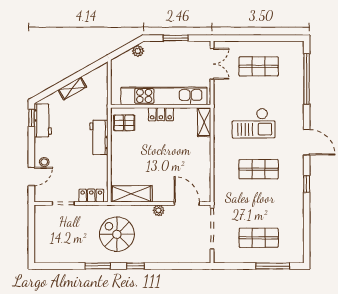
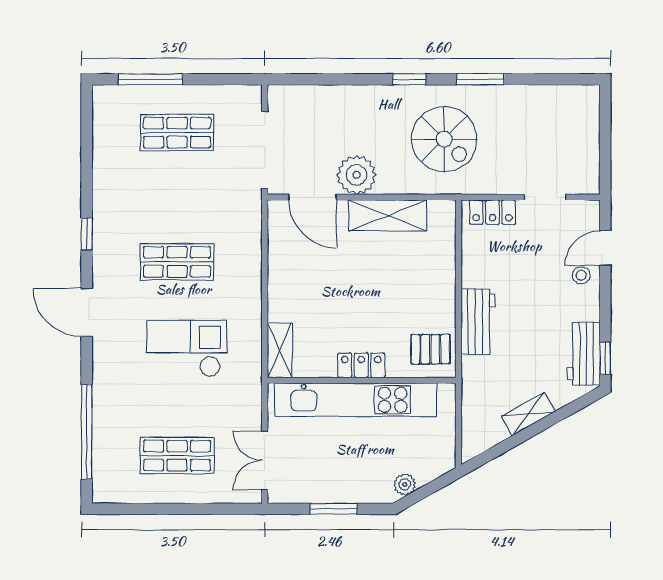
shelving: (131, 194) -> (388, 215), moved
plant: (159, 210) -> (357, 175), width x1.87, depth x1.87

